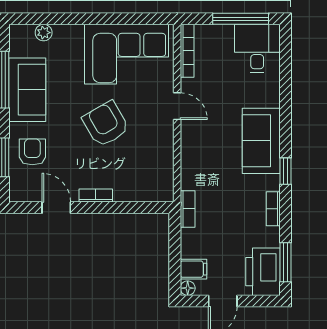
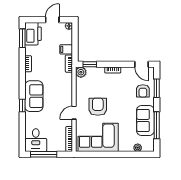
door: (177, 106) -> (74, 113), hinge flipped
armchair: (106, 124) -> (98, 107), moved, turned -150
window: (286, 171) -> (22, 106), moved
plant: (163, 191) -> (81, 72), added
door: (56, 208) -> (142, 64), moved
window: (144, 208) -> (90, 64), added
filing cabinet: (194, 269) -> (66, 49), moved

